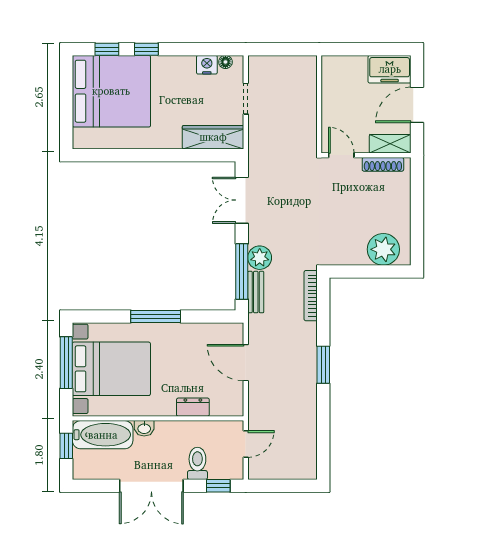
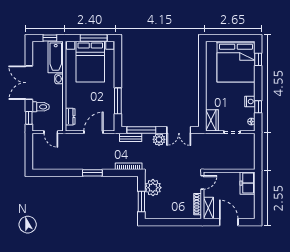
window: (146, 49) -> (258, 107), moved
nightstand: (207, 65) -> (250, 101), moved
freezer: (390, 69) -> (248, 183), moved
wardrobe: (213, 137) -> (212, 120), width x0.67
double door: (242, 200) -> (179, 130), swing flipped
plant: (383, 249) -> (153, 188), moved
plant: (260, 258) -> (159, 139), moved
window: (378, 272) -> (141, 201), added
window: (156, 316) -> (118, 101), moved
dresser: (193, 407) -> (70, 117), moved

